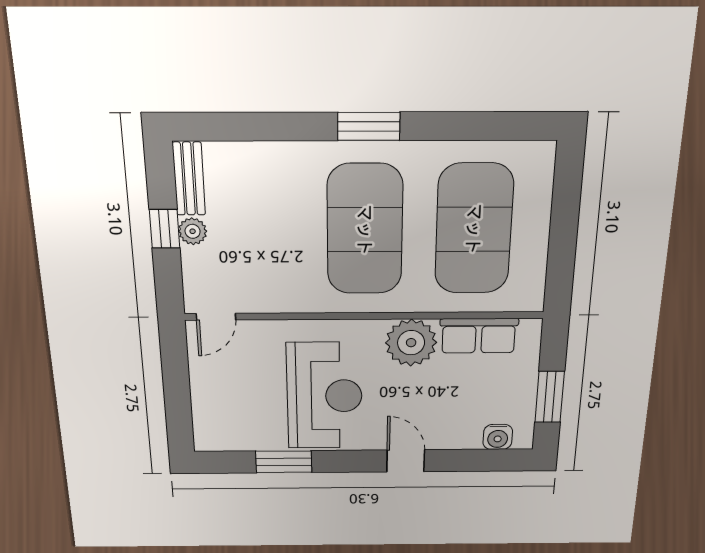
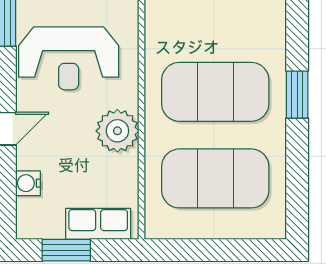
row of seats: (479, 336) -> (98, 224), moved, turned 90
water cooler: (498, 437) -> (28, 183), moved

